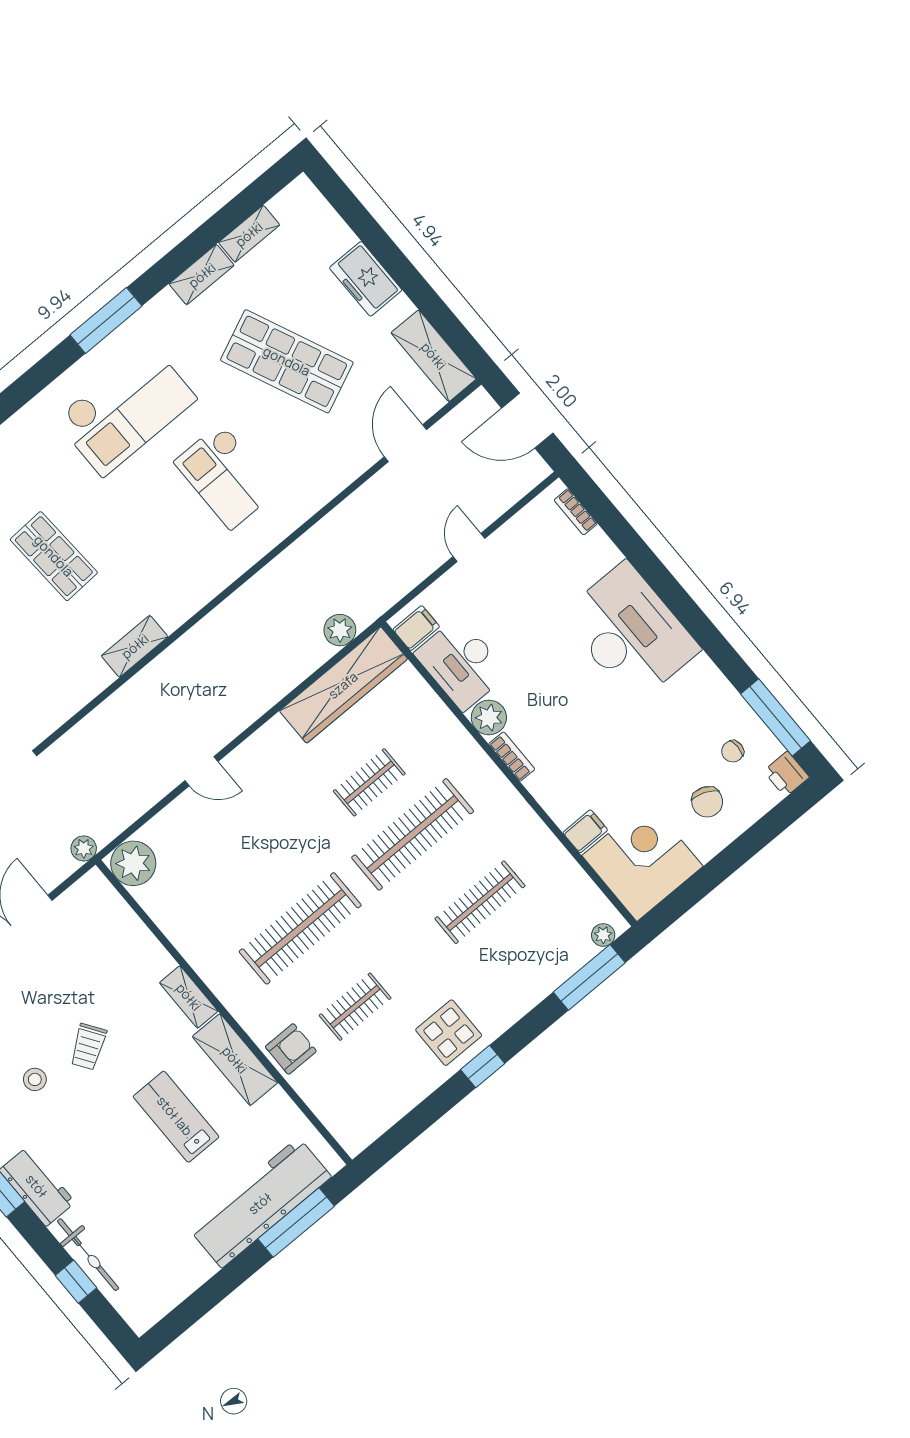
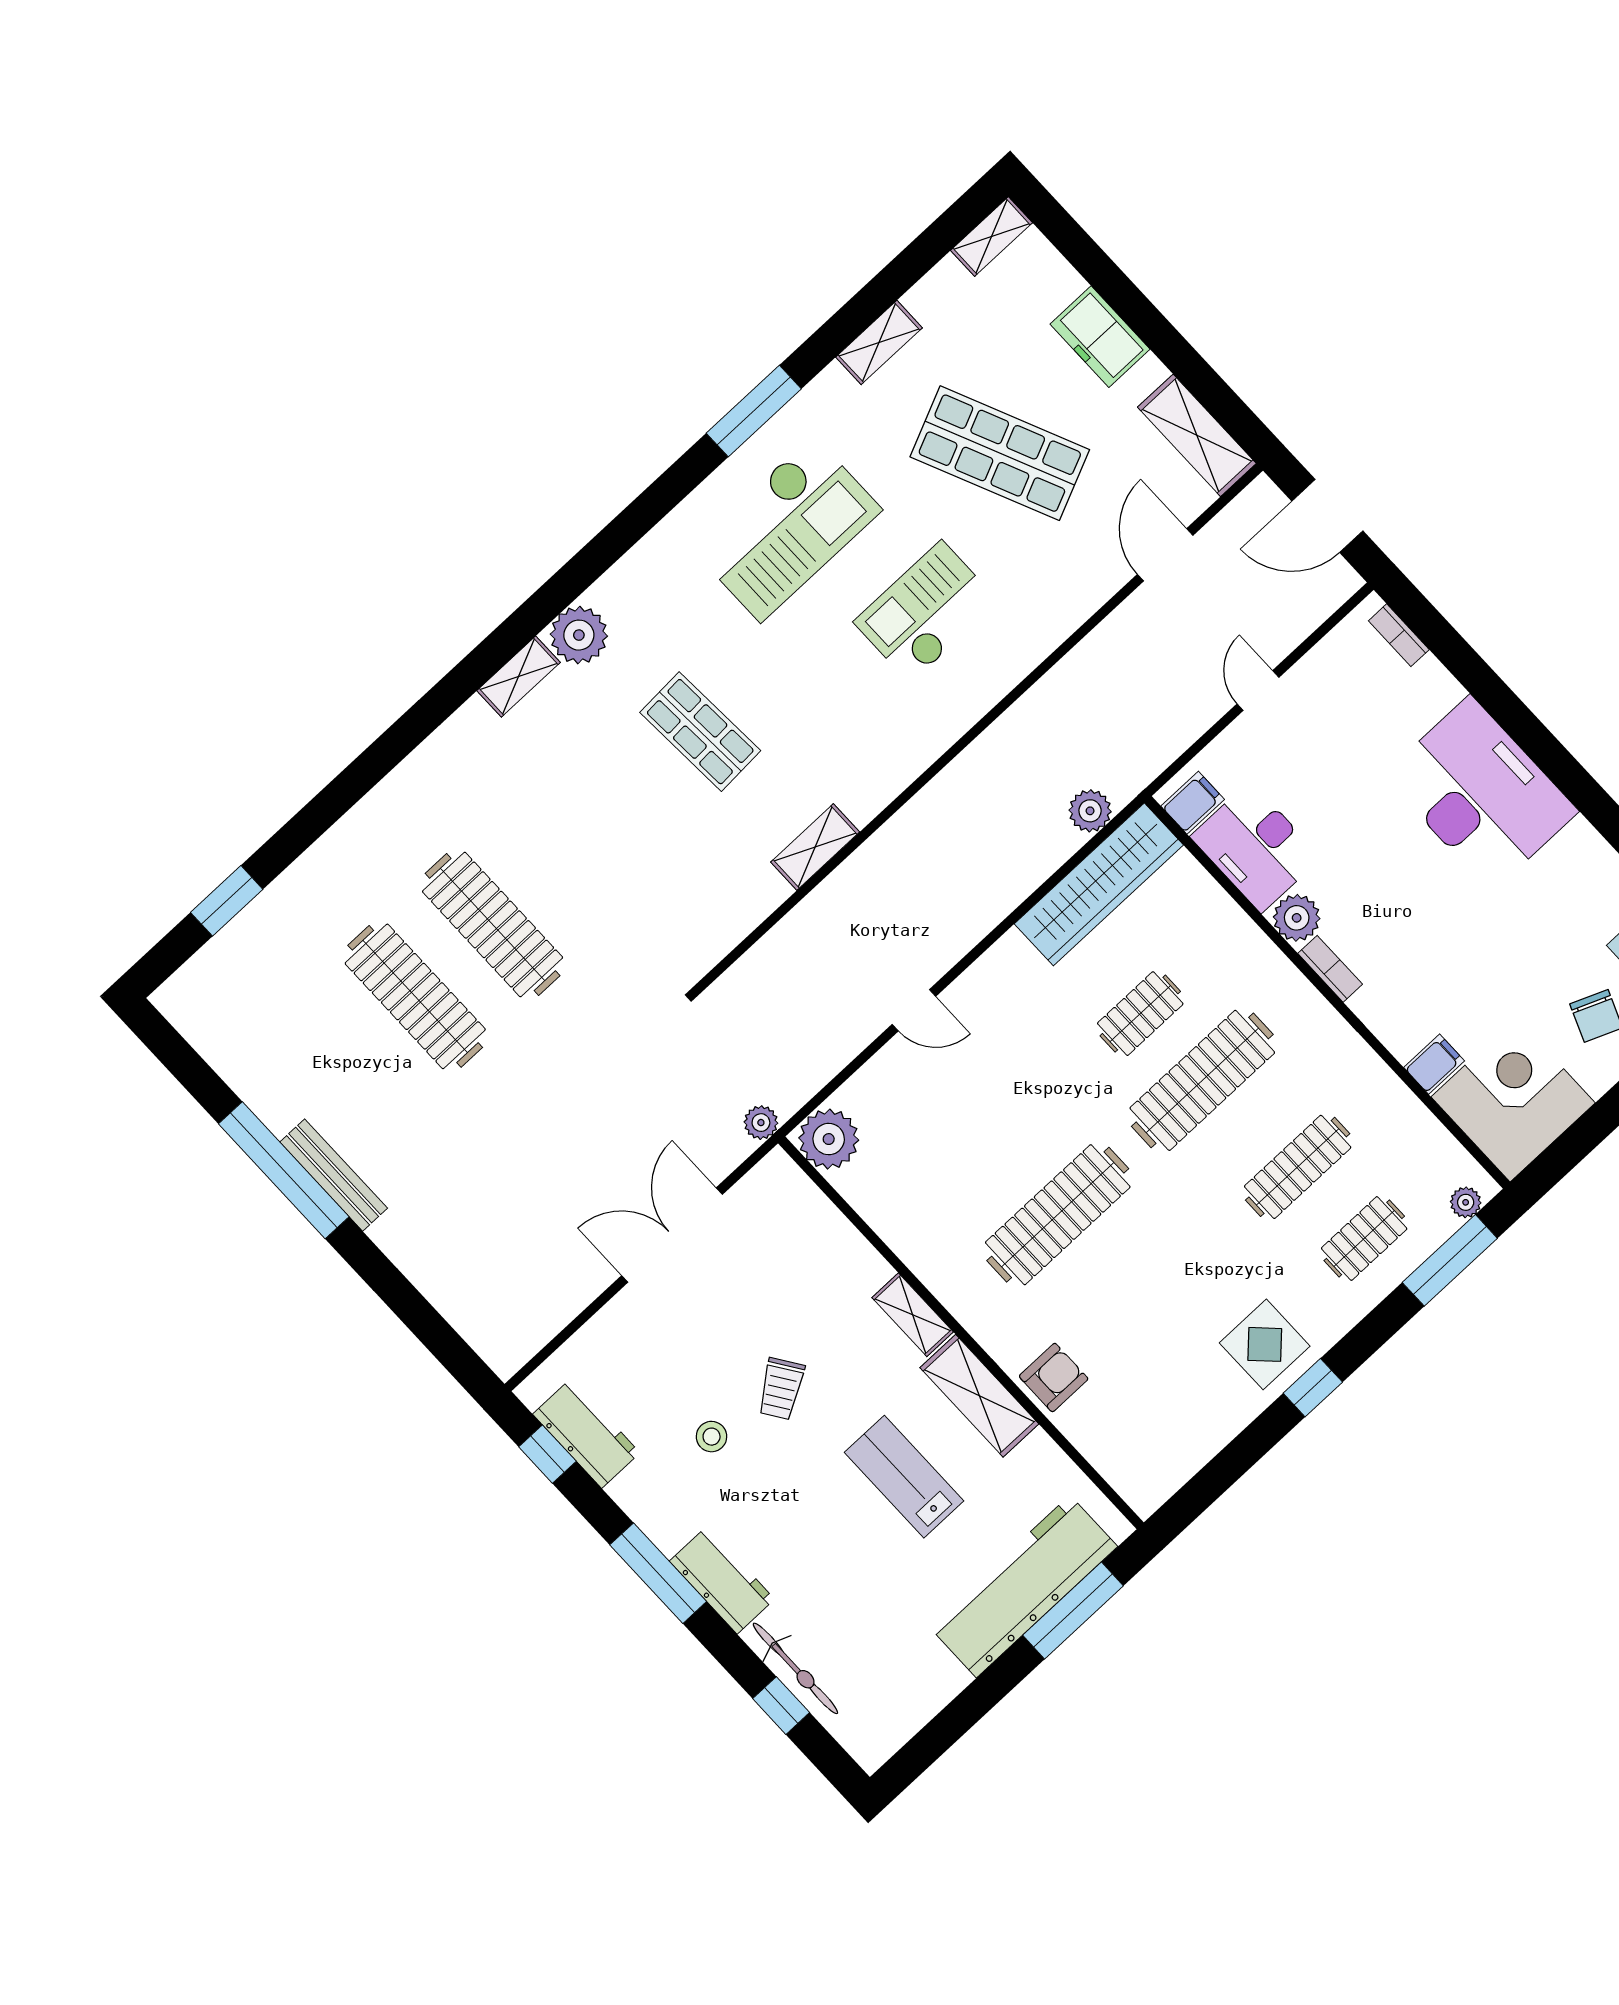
shelving: (249, 234) -> (992, 236), moved
checkout: (226, 476) -> (926, 612), turned 90
clothes rail: (355, 1007) -> (1364, 1238), moved

